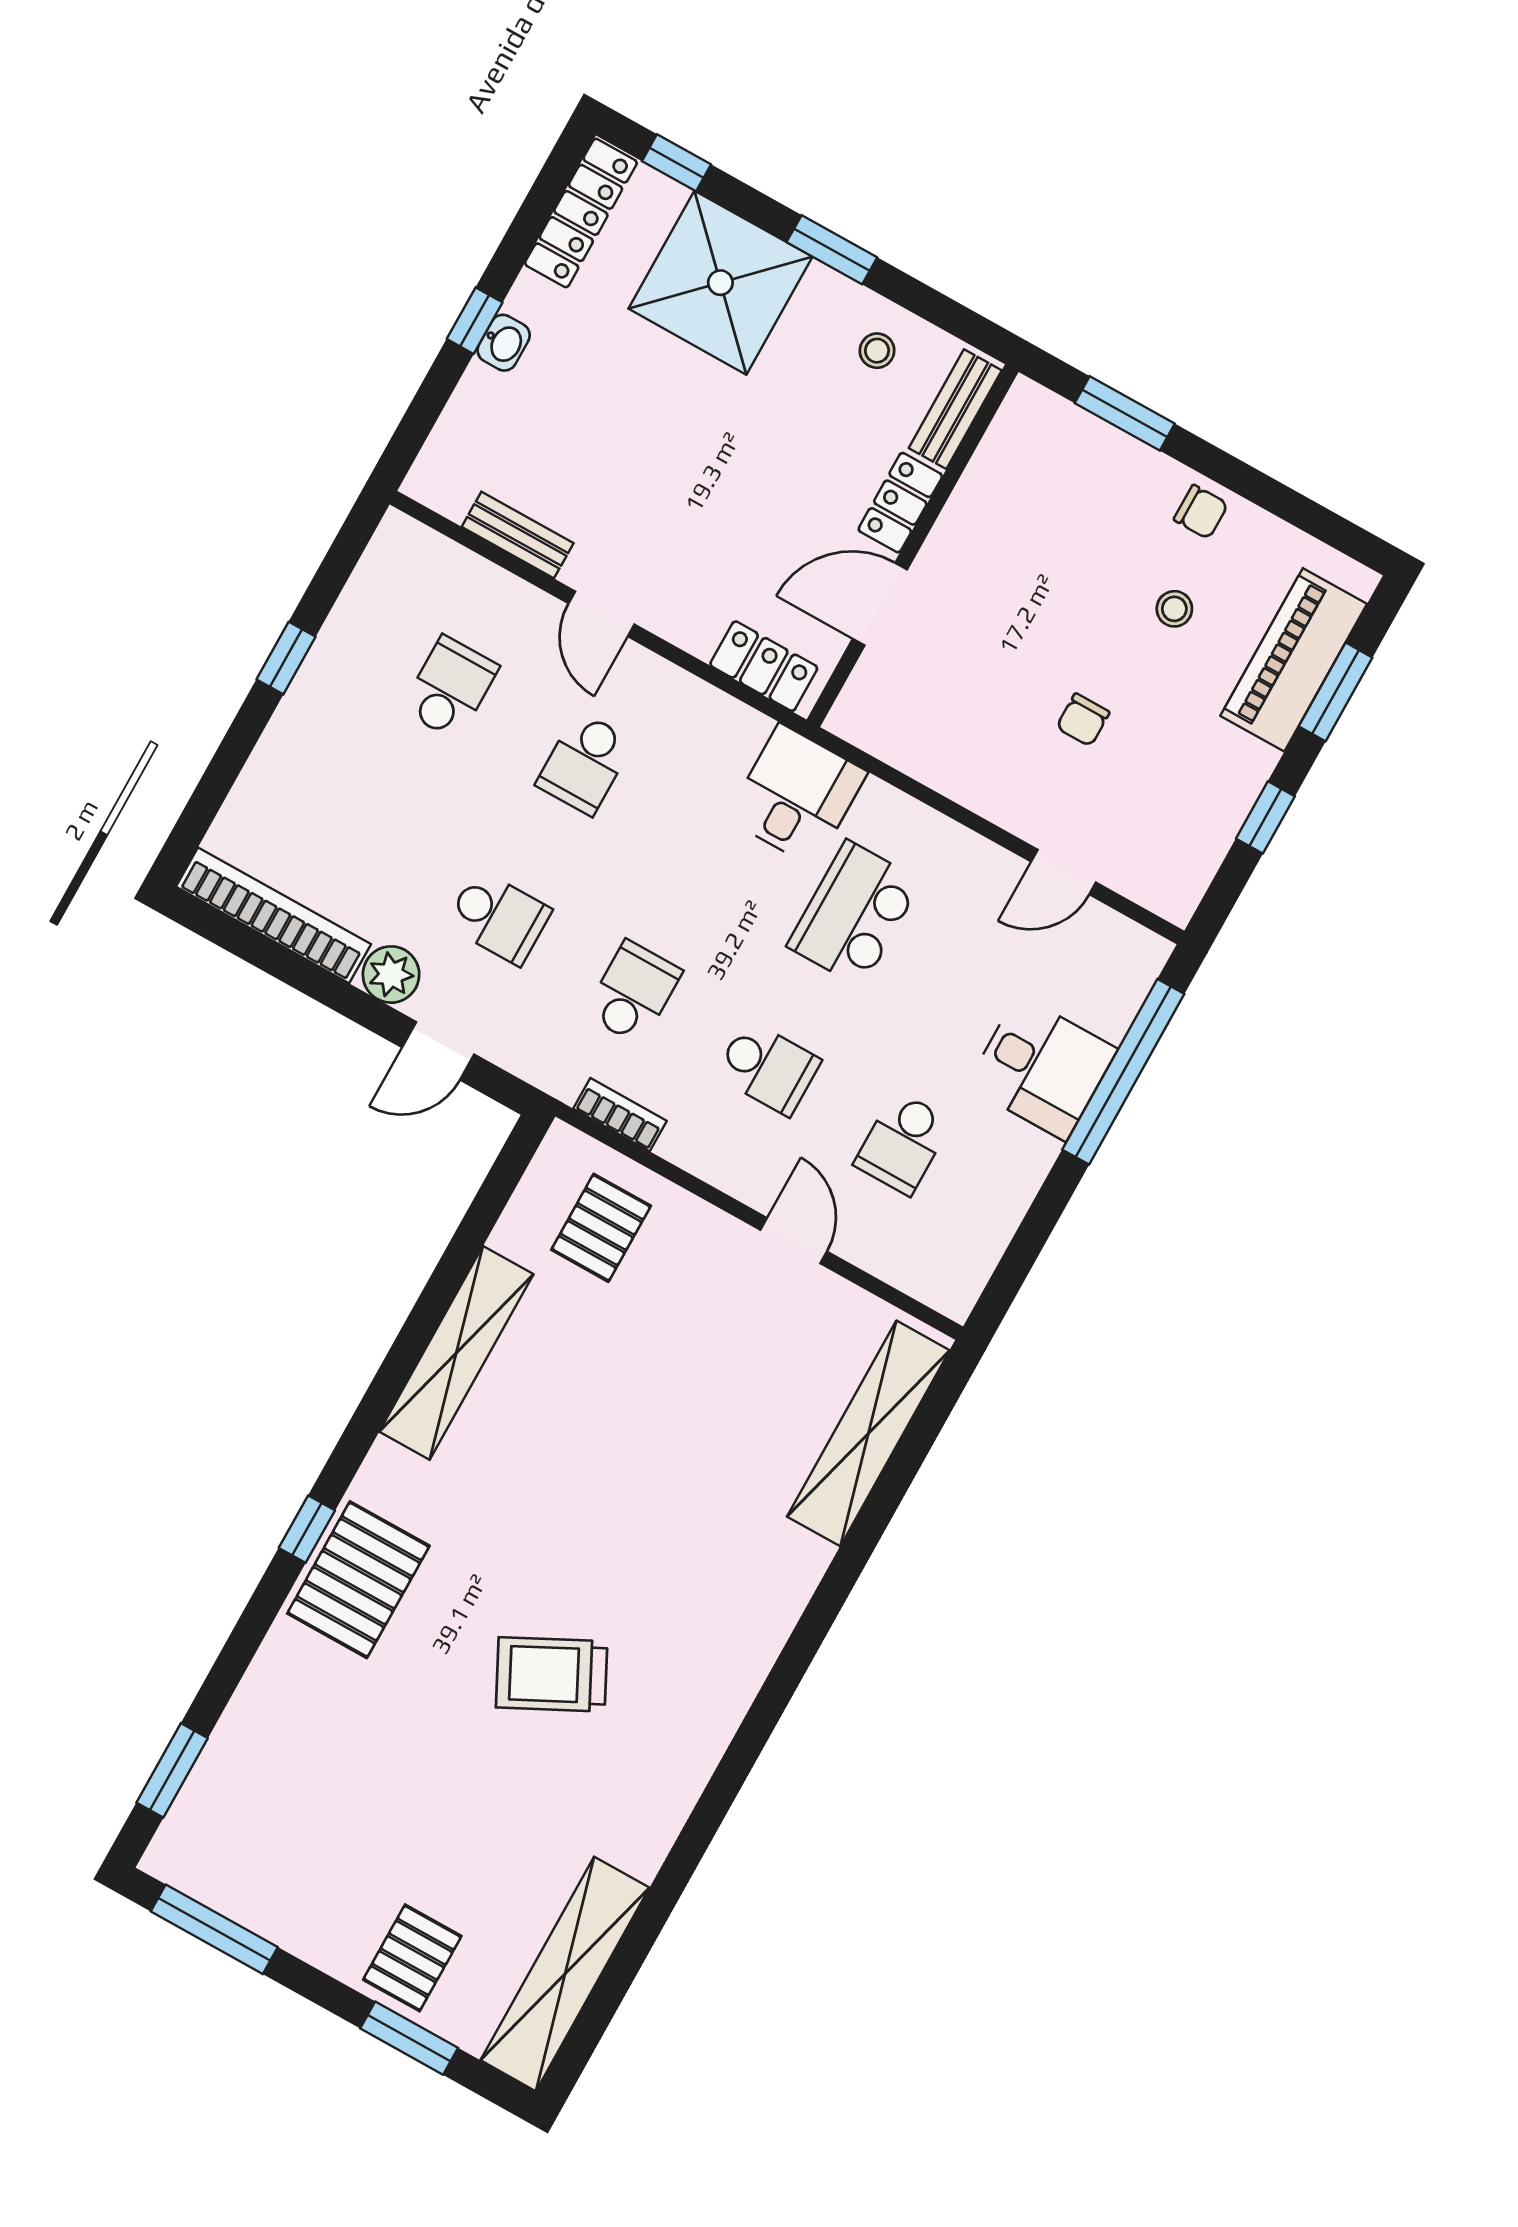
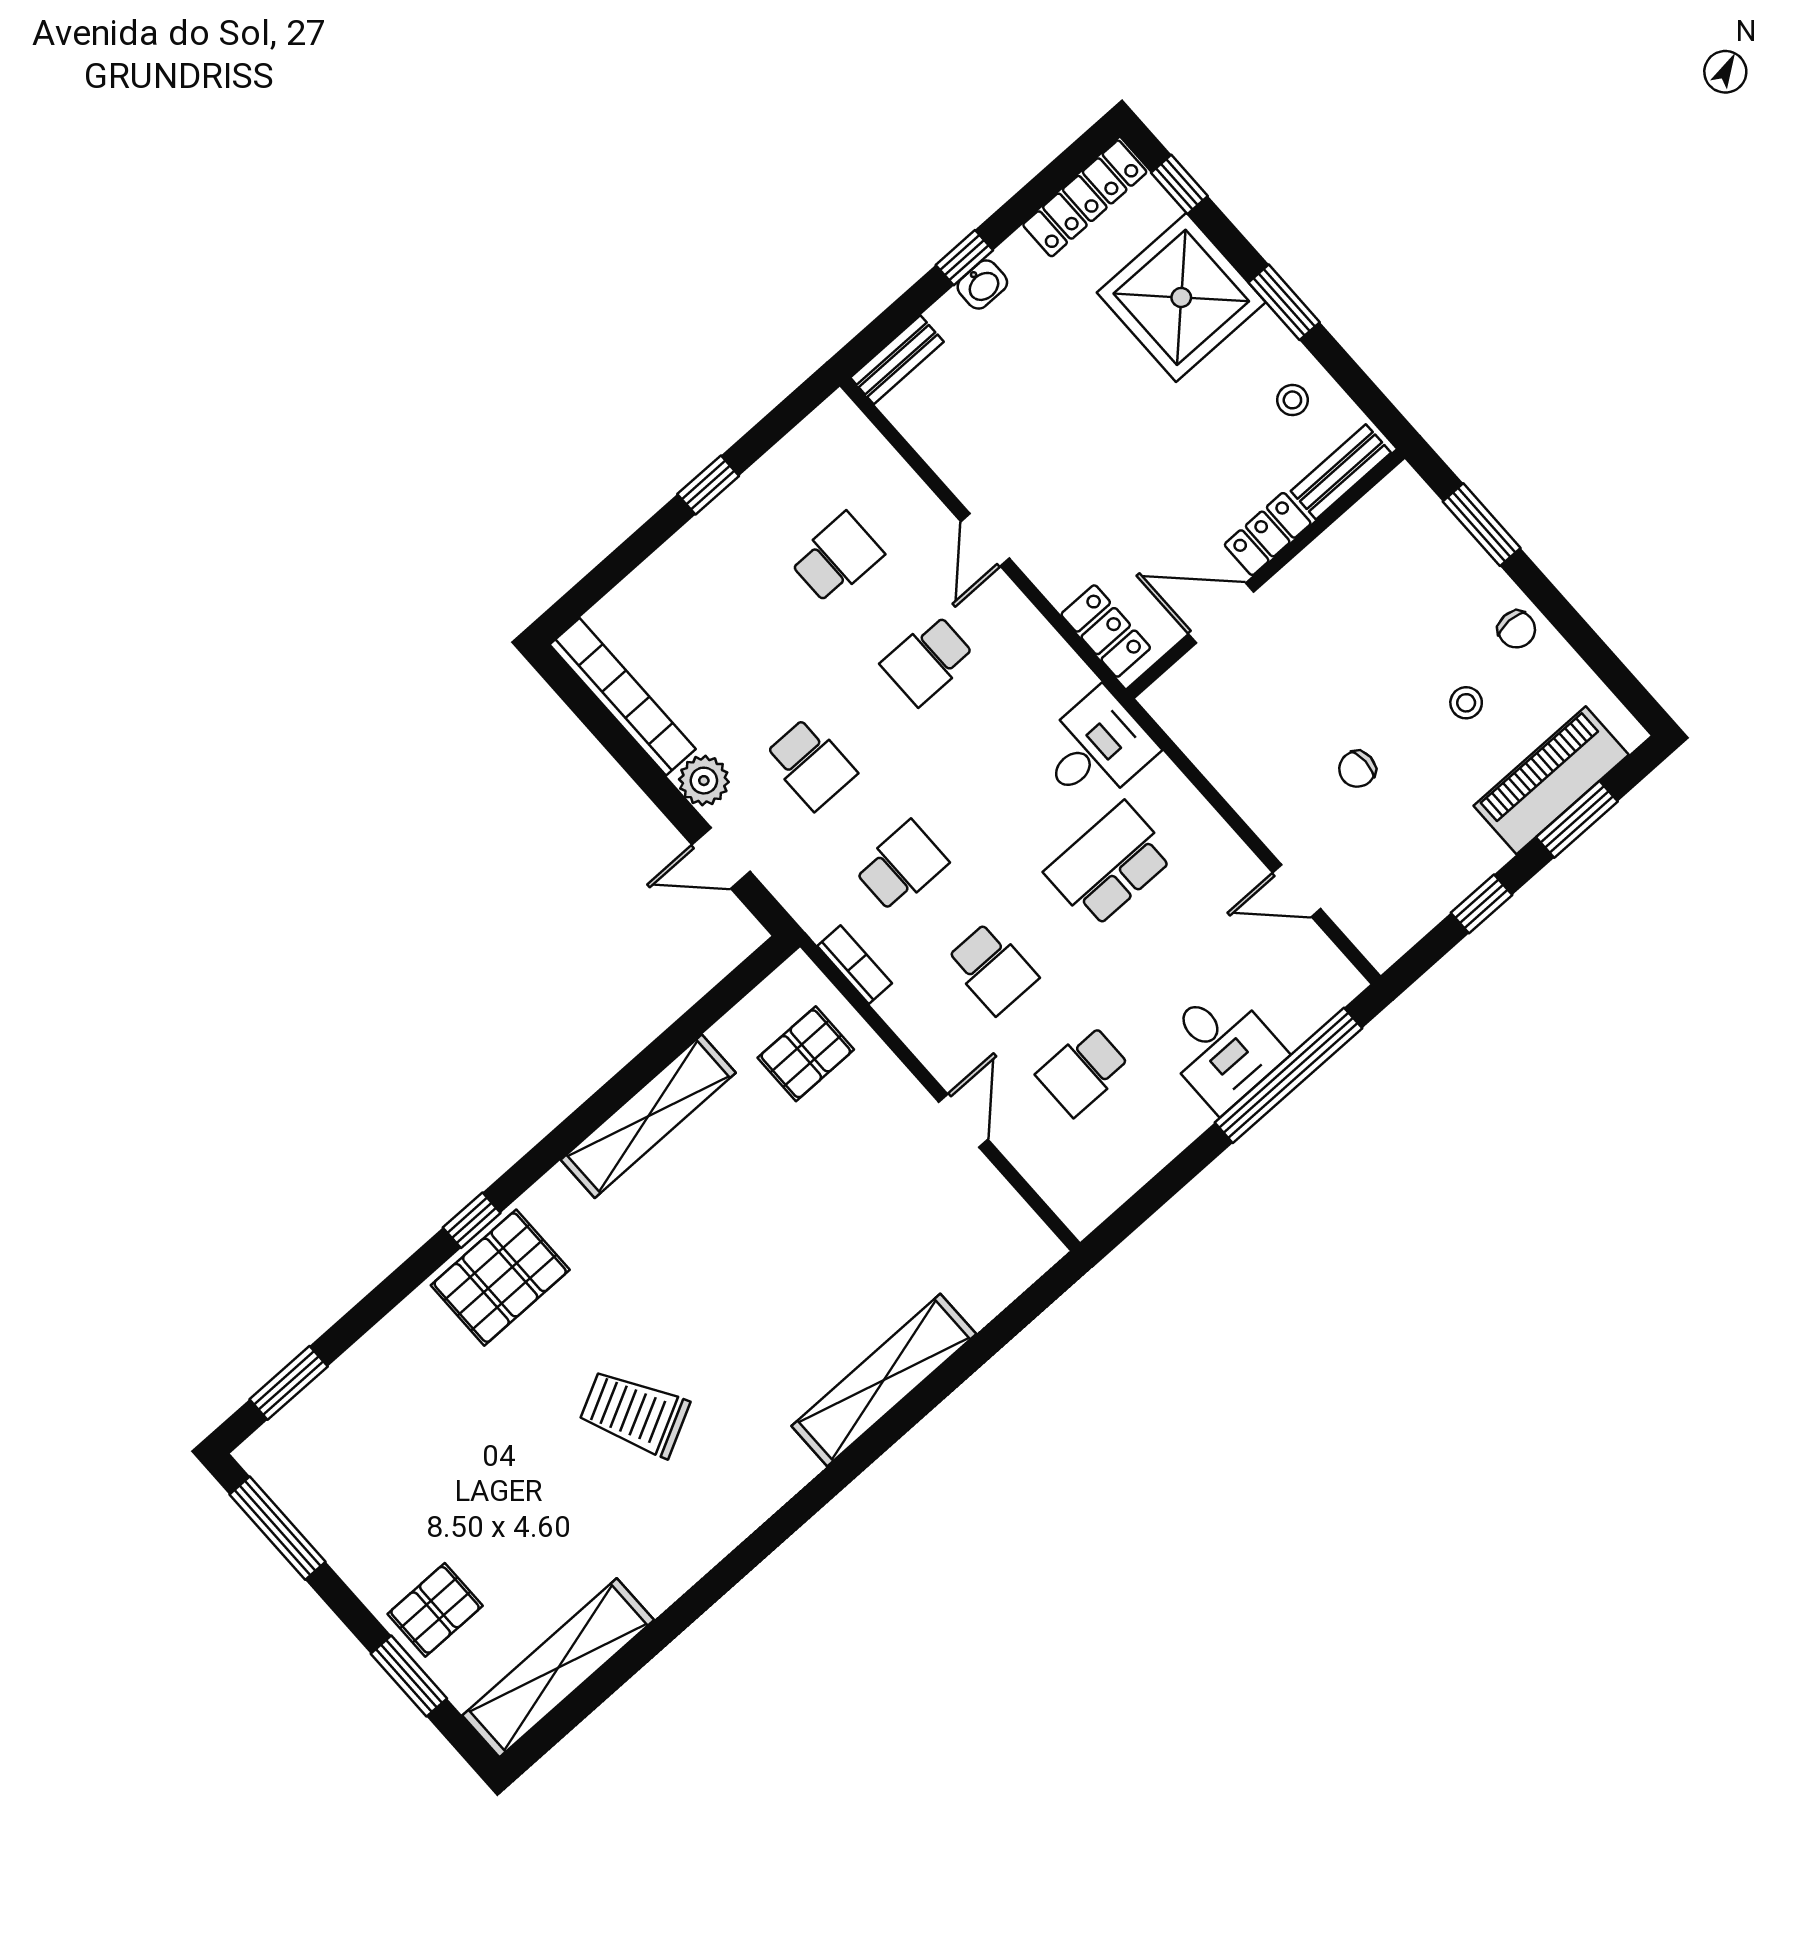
bench: (518, 535) -> (897, 360), moved, turned 90
shelving: (868, 1433) -> (884, 1380), moved

